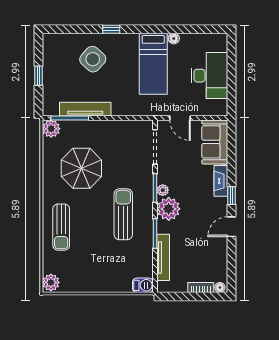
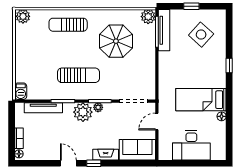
side table: (93, 59) -> (201, 35), moved
tv unit: (85, 109) -> (164, 30), moved

